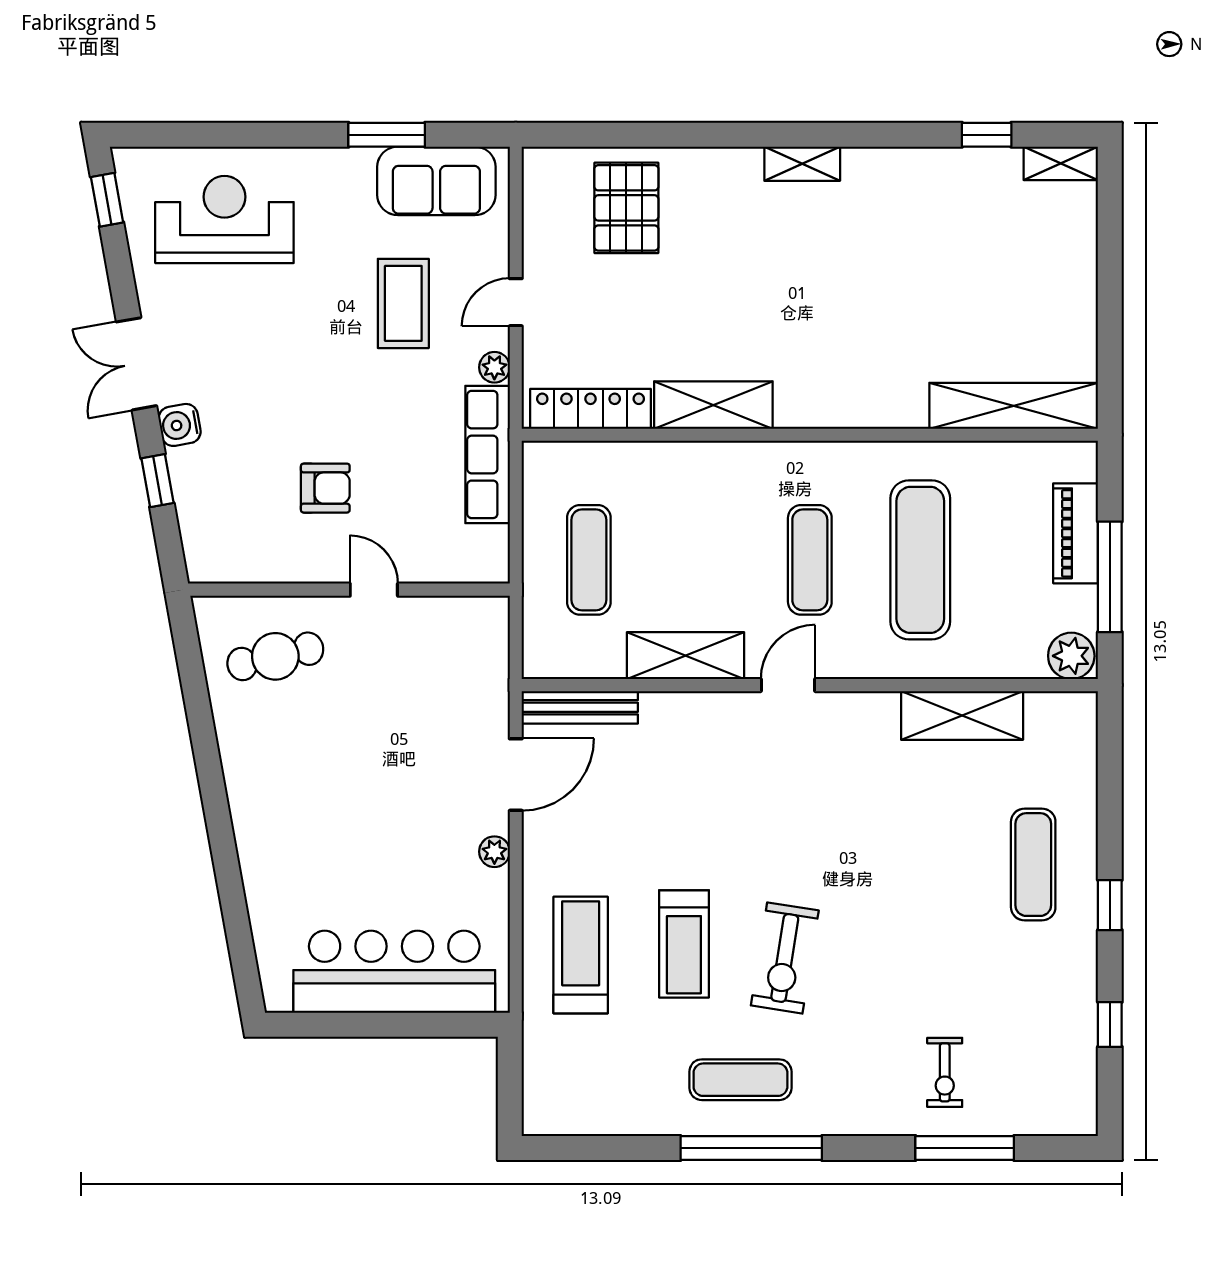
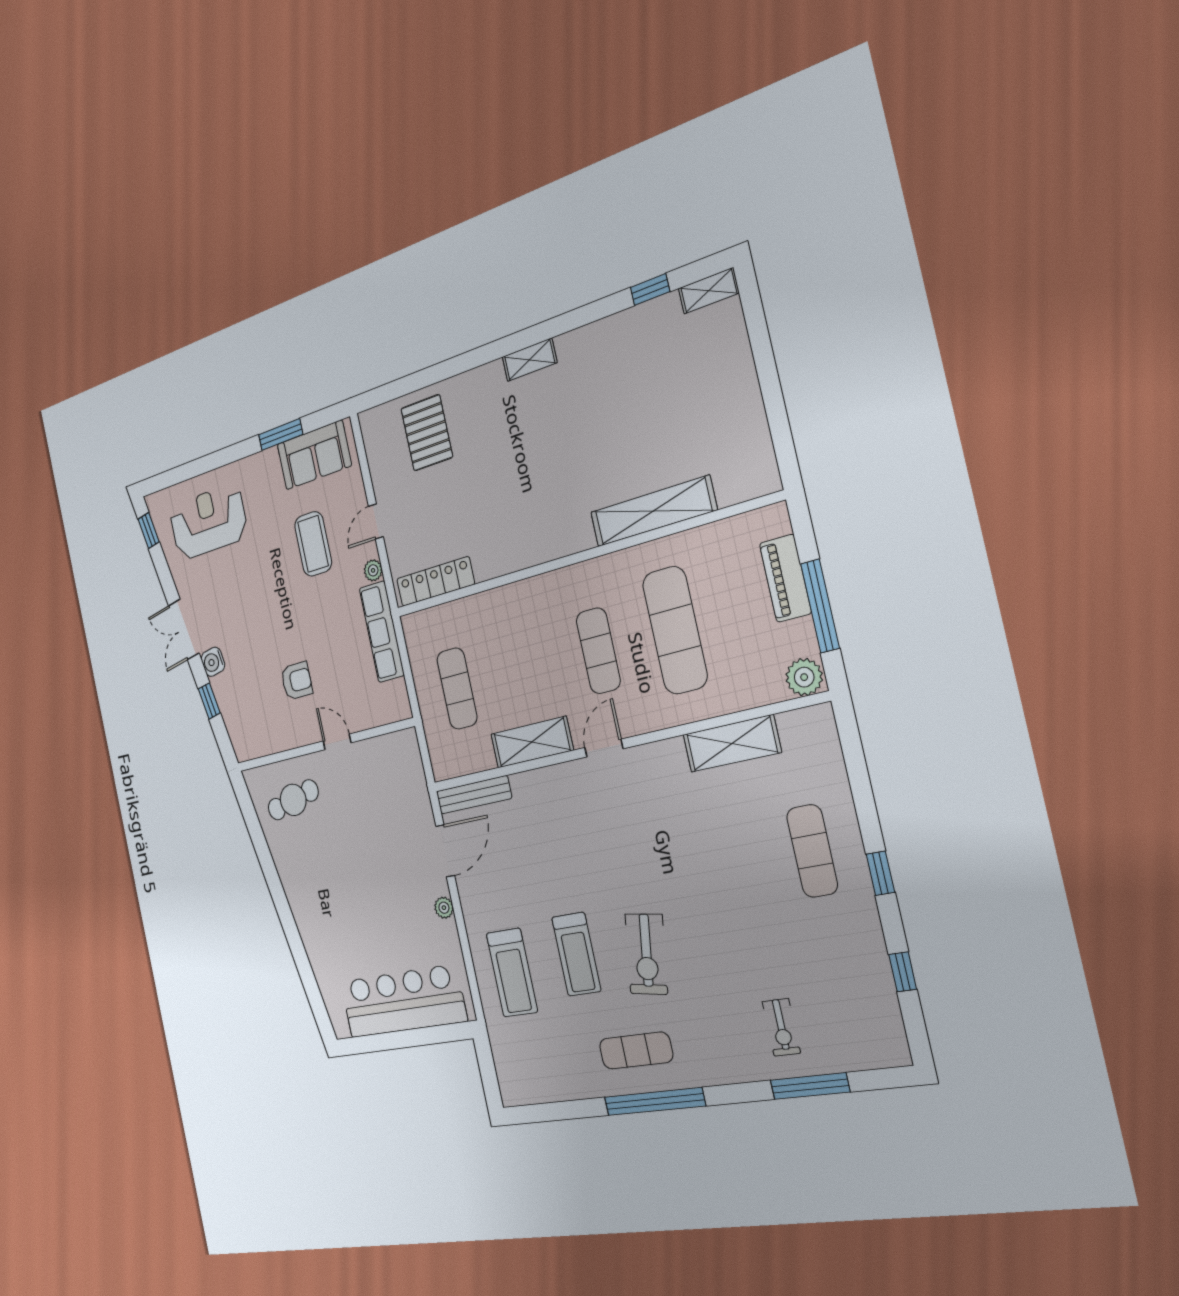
shelving: (713, 405) -> (510, 555), removed
shelving: (1014, 406) -> (653, 511), moved
treadmill: (581, 955) -> (512, 973), turned 180

